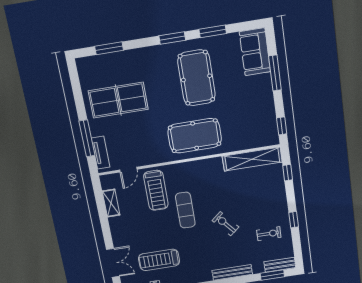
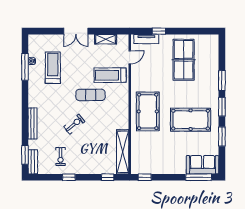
window: (109, 48) -> (222, 81), moved
window: (275, 73) -> (199, 177), moved
window: (87, 138) -> (159, 31), width x0.46
door: (128, 170) -> (130, 57), swing flipped
double door: (113, 263) -> (76, 31), moved

